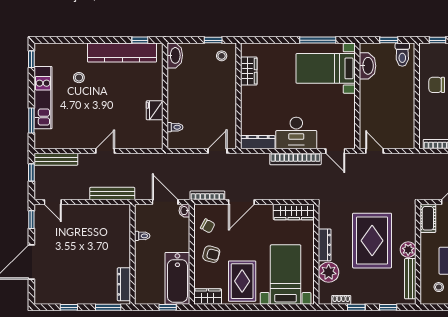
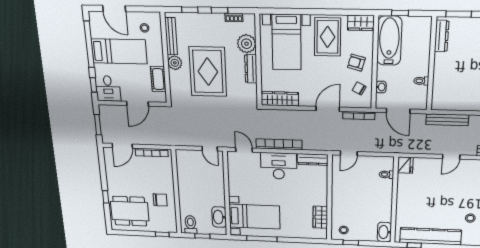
fridge: (155, 110) -> (405, 165), moved
washbasin: (184, 211) -> (381, 87), moved
cot: (428, 218) -> (158, 79), moved

